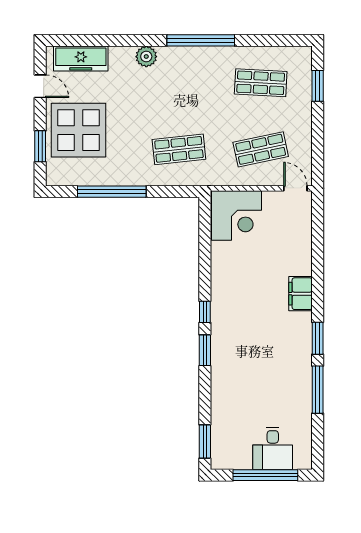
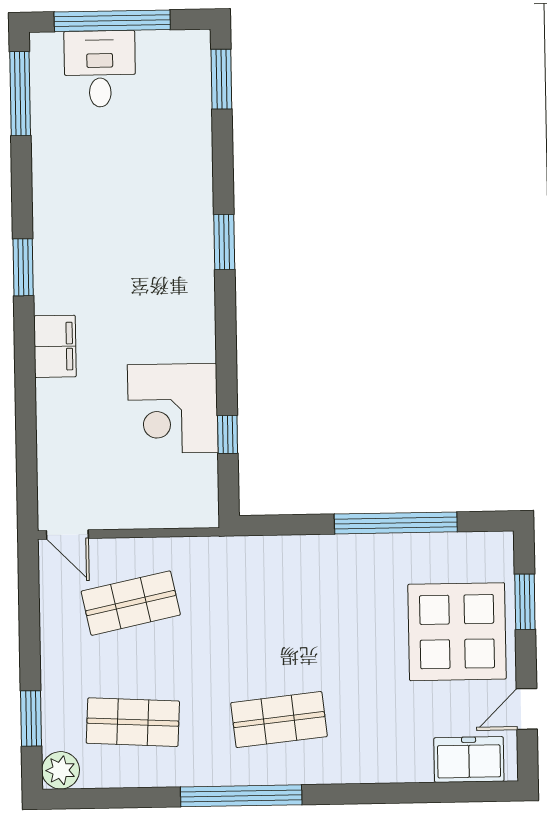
plant: (146, 57) -> (61, 770), moved
freezer: (81, 59) -> (469, 760), width x0.71
door: (40, 86) -> (527, 709), hinge flipped
shop shelf: (179, 149) -> (279, 720), moved
corner desk: (236, 215) -> (173, 409), moved, turned -90
window: (205, 312) -> (228, 434), moved
window: (318, 390) -> (20, 94), moved

